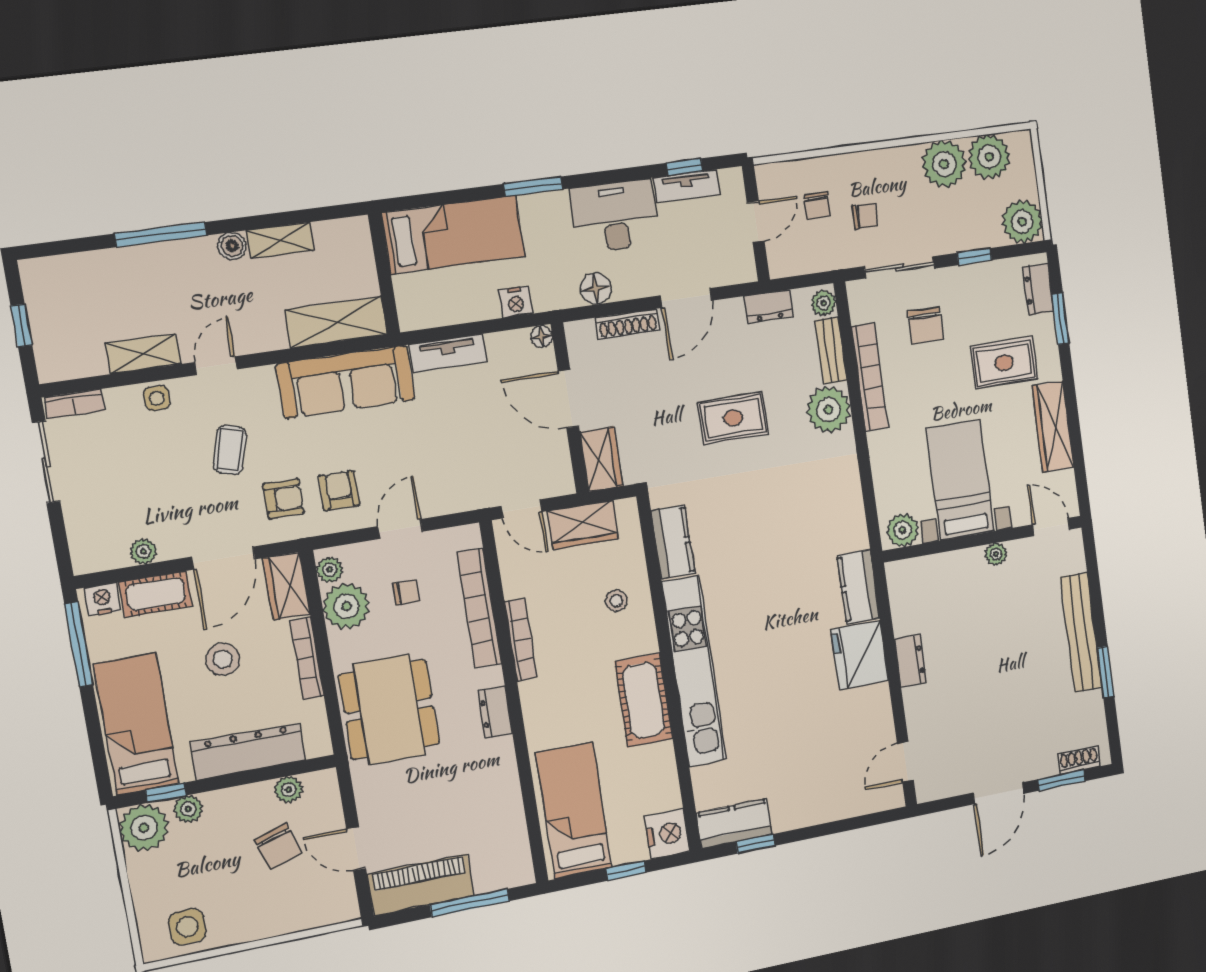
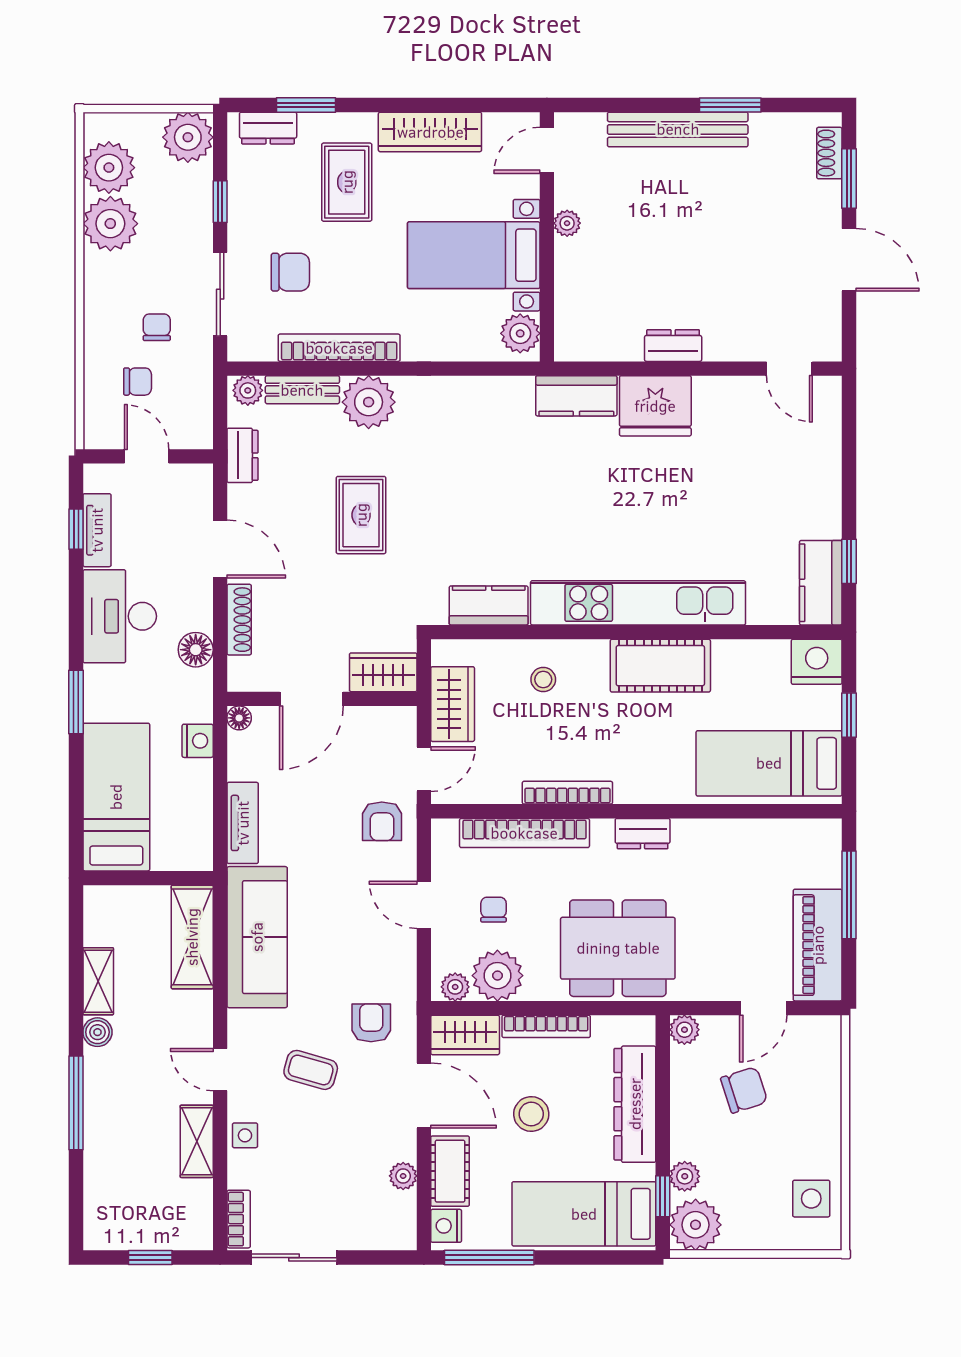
armchair: (339, 491) -> (382, 821), moved, turned -90
plant: (289, 790) -> (684, 1030), moved

